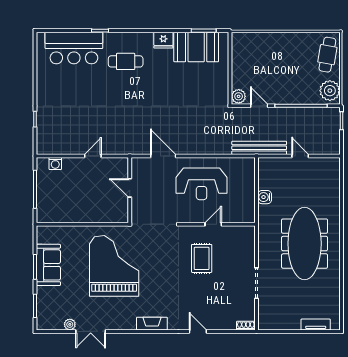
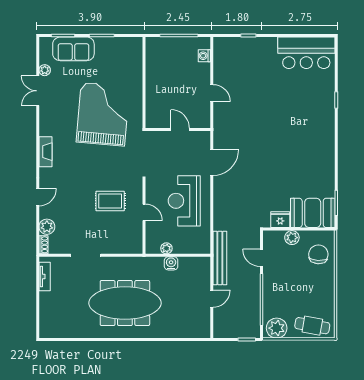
fridge: (163, 40) -> (280, 220), moved, turned 90
booth: (196, 47) -> (313, 213), moved, turned 90
bar counter: (74, 48) -> (306, 53), moved, turned -90
chair: (255, 48) -> (318, 254), added
cafe table: (126, 61) -> (306, 125), removed
plant: (239, 96) -> (292, 238), moved
door: (259, 106) -> (262, 258), swing flipped
door: (130, 188) -> (180, 130), hinge flipped
plant: (249, 202) -> (166, 248), added
sofa: (48, 265) -> (73, 49), moved
grand piano: (114, 266) -> (103, 114), turned -85
plant: (228, 322) -> (47, 227), added
tv unit: (316, 325) -> (45, 277), moved

